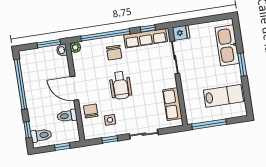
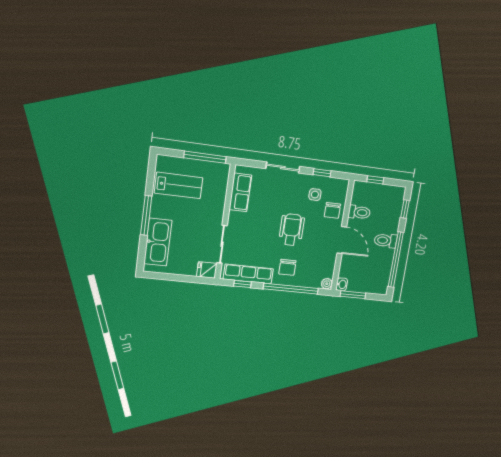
chair: (114, 53) -> (287, 267), turned 180
window: (242, 65) -> (146, 215), width x1.44
lab bench: (223, 96) -> (179, 185), turned 180
toilet: (41, 135) -> (386, 241), moved

